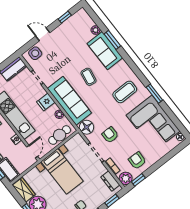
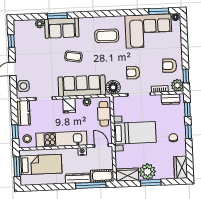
coffee table: (125, 92) -> (107, 36), turned 90
window: (154, 94) -> (159, 11), moved

